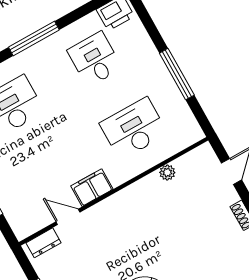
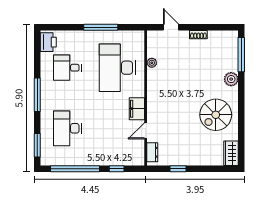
desk: (134, 129) -> (117, 68), width x1.36, depth x1.30

